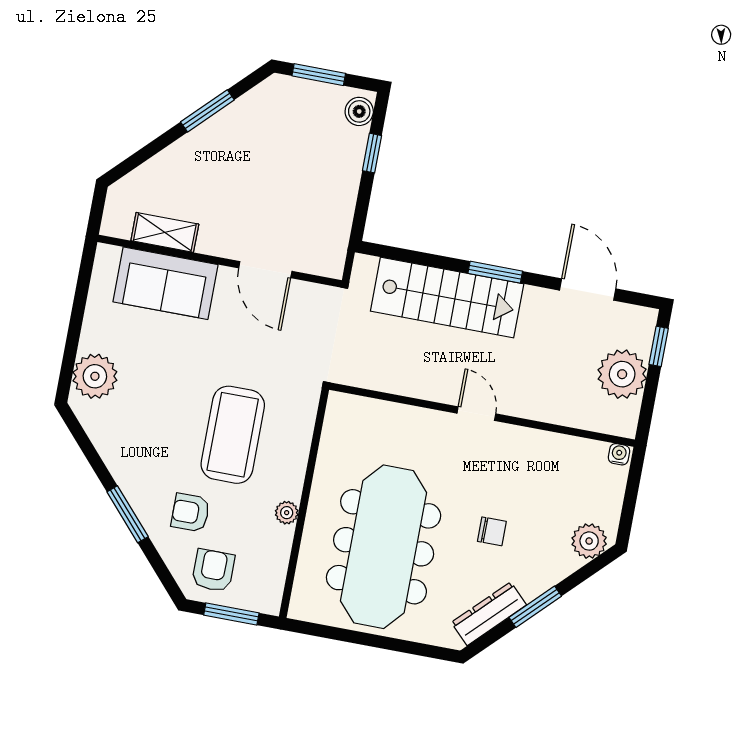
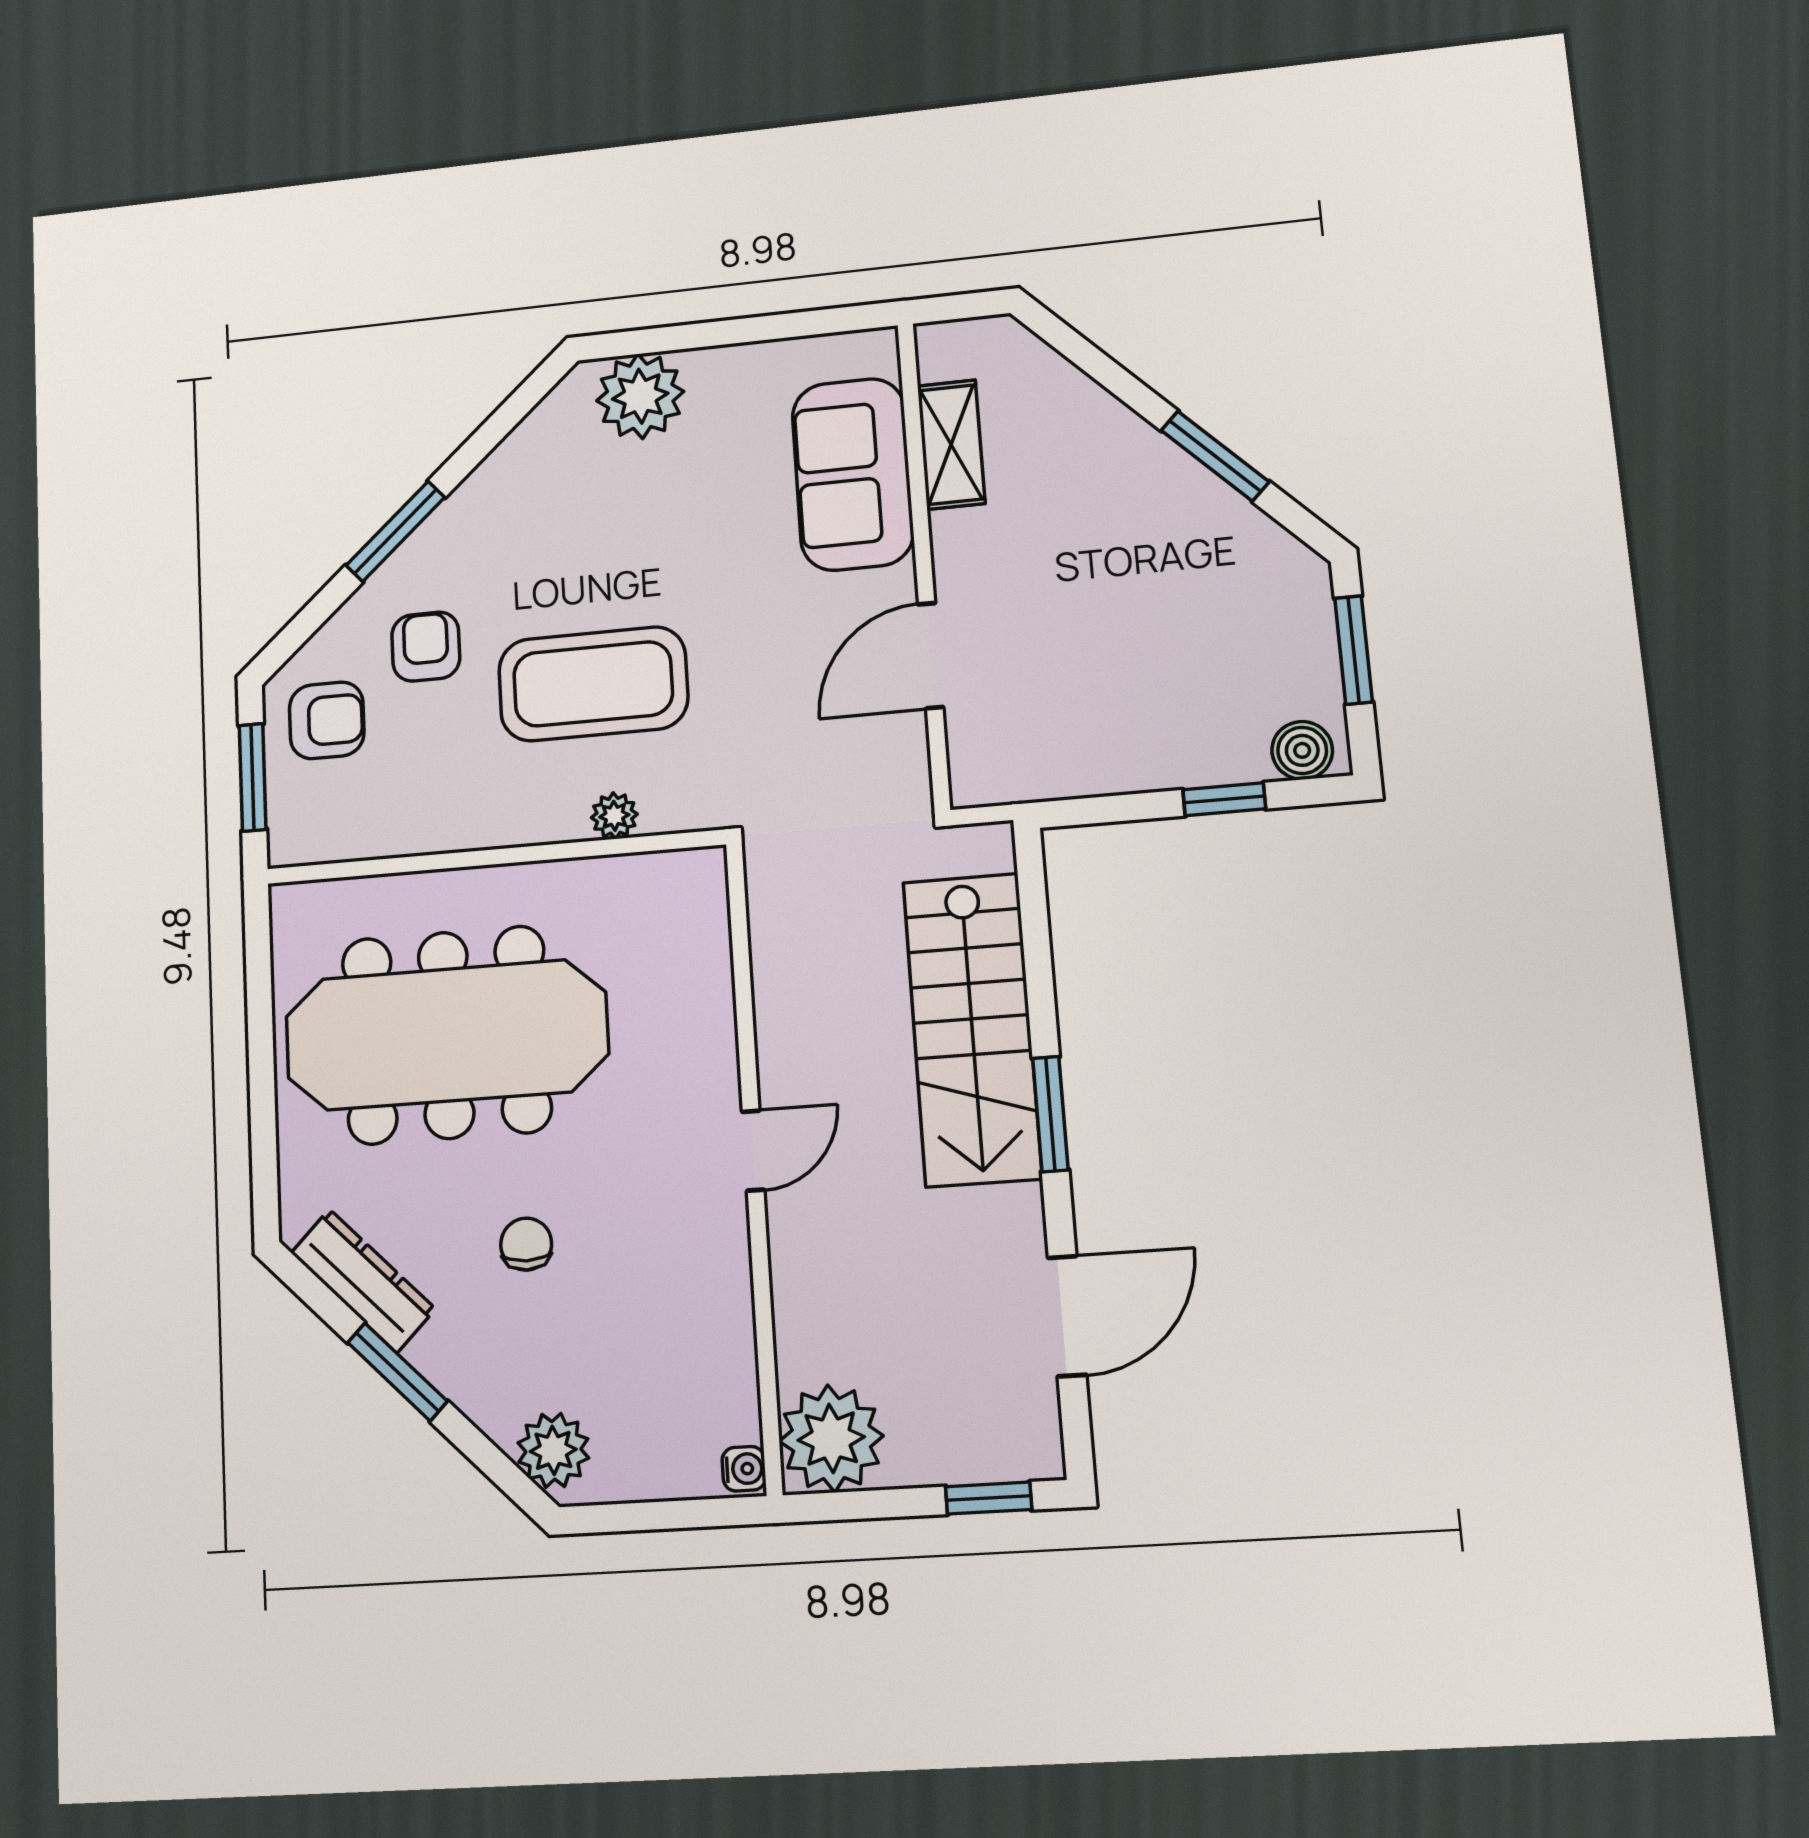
plant: (622, 374) -> (831, 1438), moved
plant: (287, 513) -> (614, 816), moved
chair: (492, 531) -> (526, 1244), turned 180

